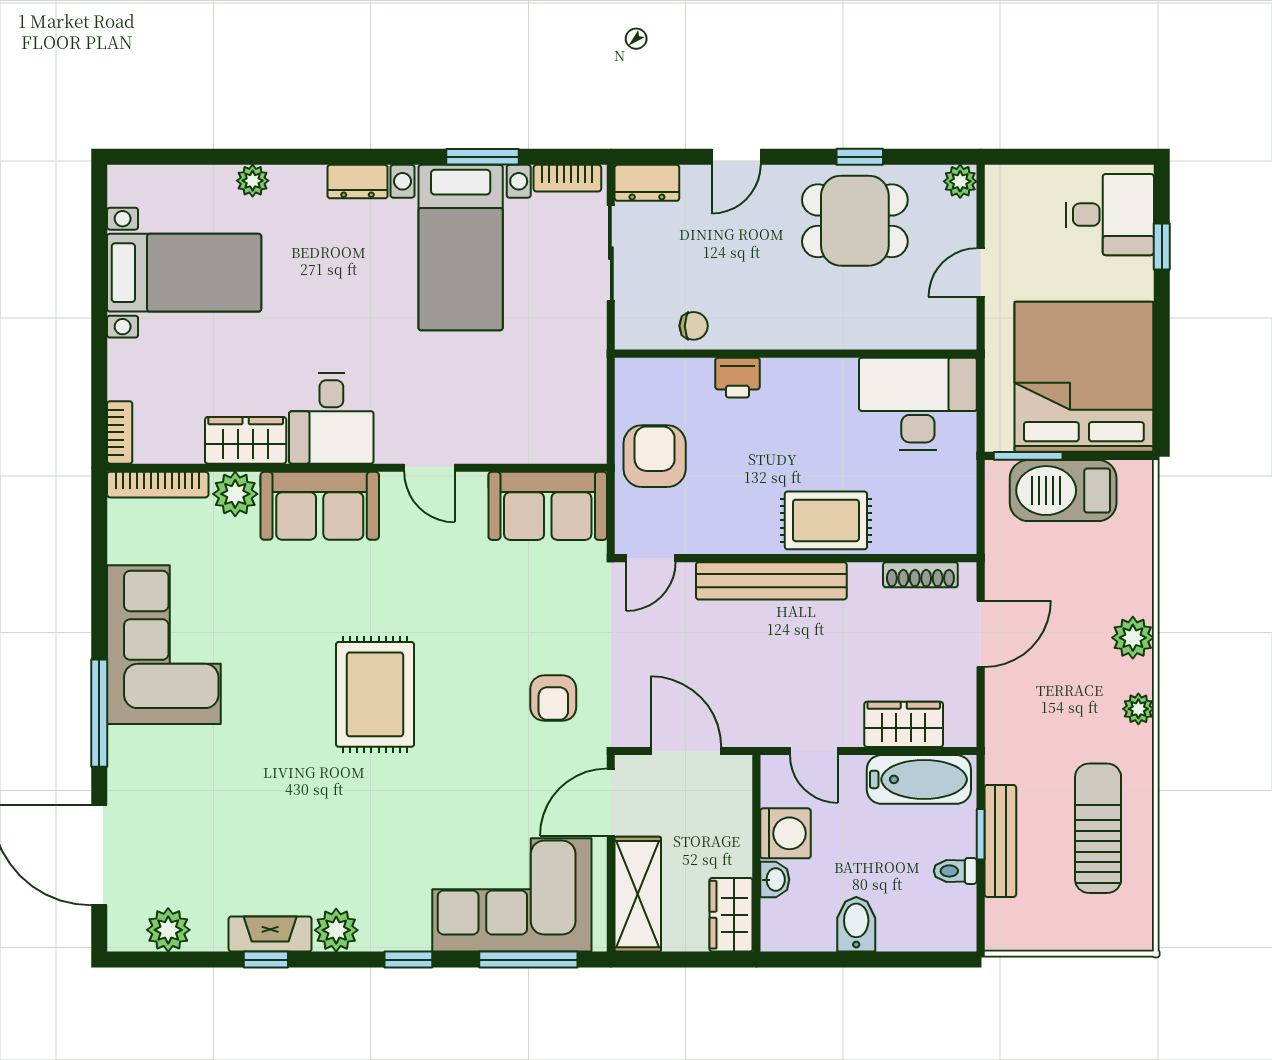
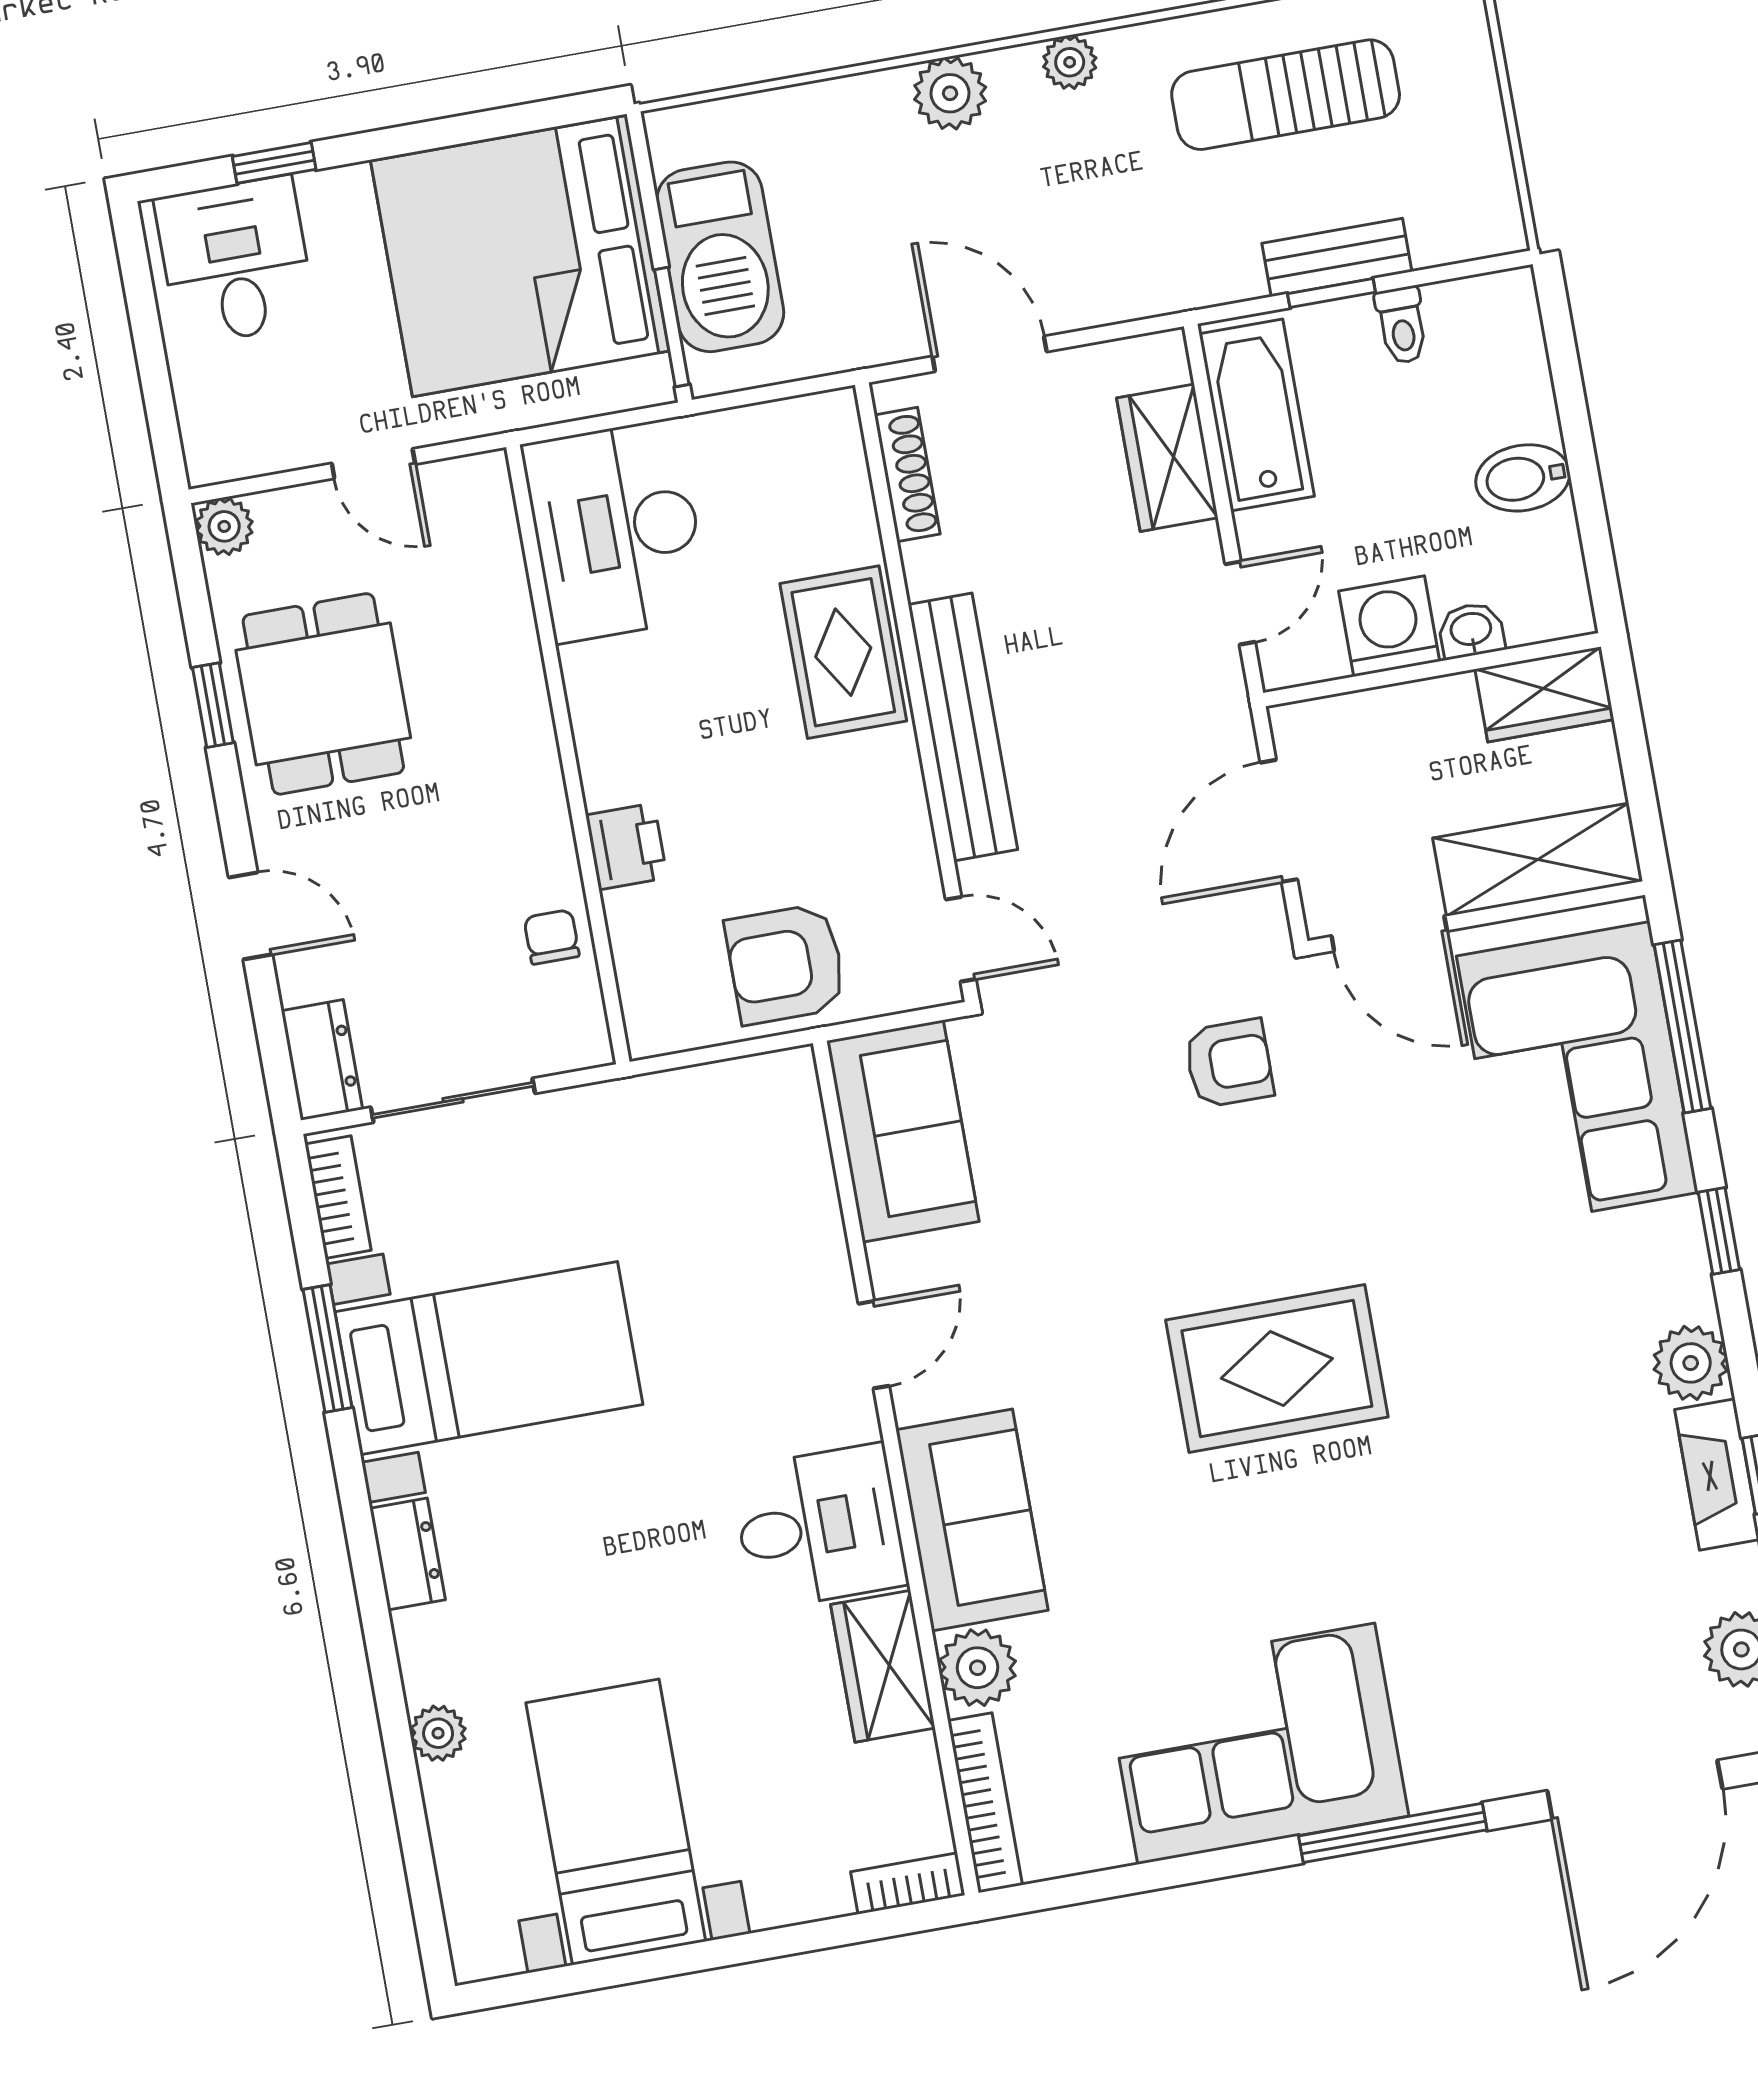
bench: (1000, 841) -> (1337, 257), width x0.73

